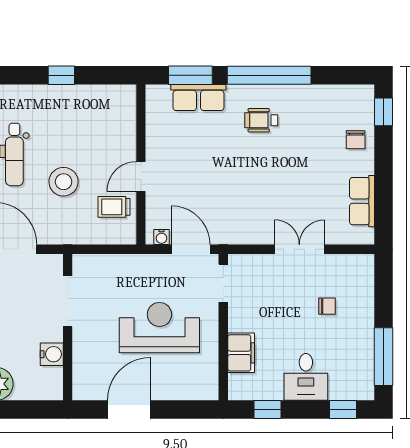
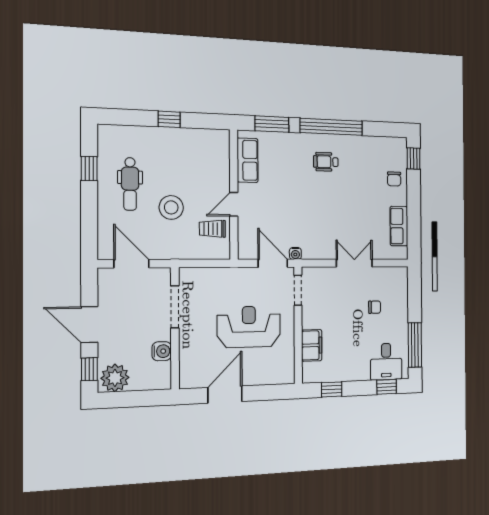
row of seats: (198, 98) -> (248, 160), moved, turned -90
water cooler: (162, 237) -> (295, 253), moved
desk: (306, 377) -> (386, 362), moved

